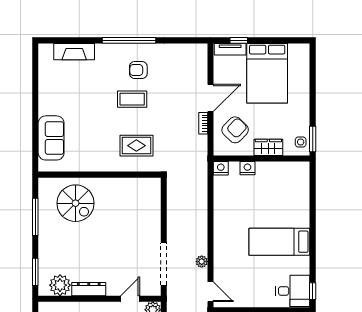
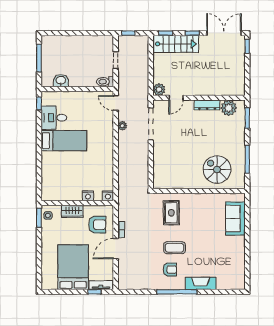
fireplace: (74, 52) -> (201, 283), moved
armchair: (235, 130) -> (97, 225), turned -134
rug: (136, 146) -> (171, 213), turned 90
desk: (293, 291) -> (54, 118), moved

